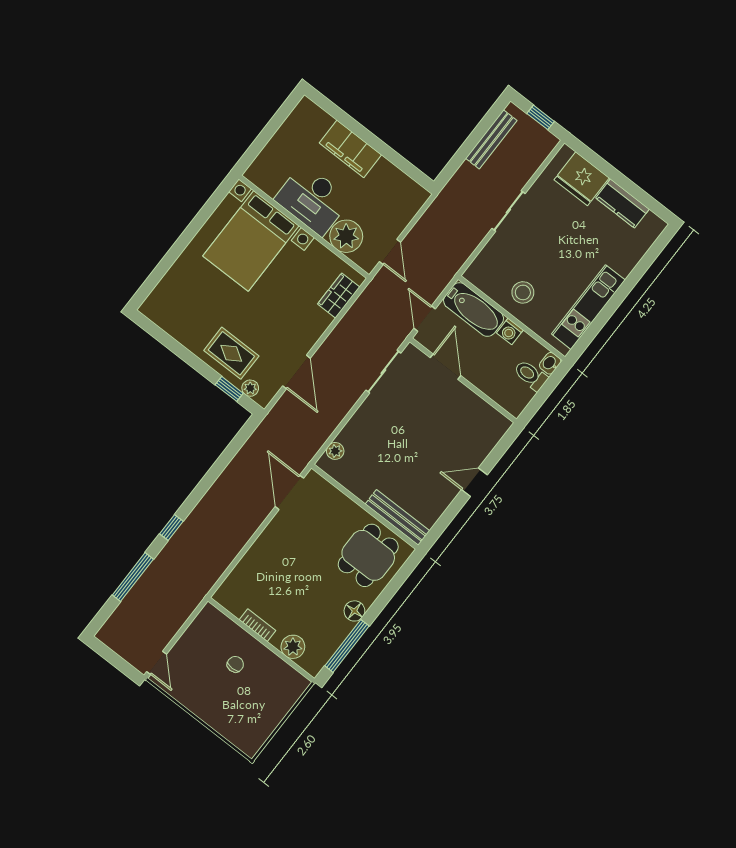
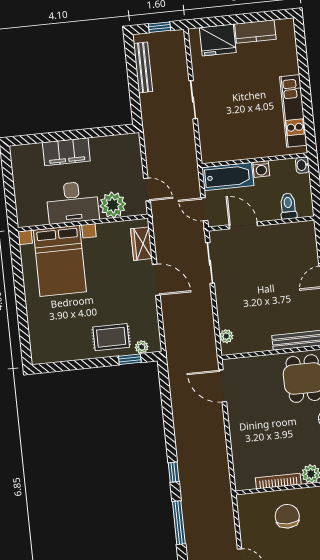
stool: (523, 292) -> (247, 139), removed
door: (297, 372) -> (156, 280), moved
toilet: (531, 375) -> (288, 206), moved, turned 90
bookcase: (258, 625) -> (278, 481), width x1.56
chair: (235, 664) -> (287, 516), width x1.87, depth x1.87

